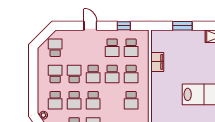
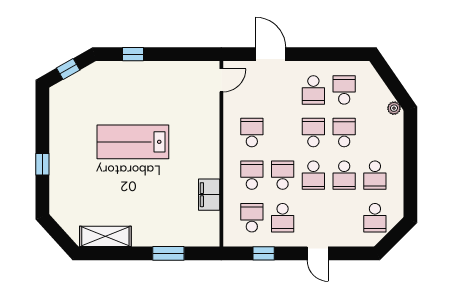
school desk: (112, 48) -> (283, 218), turned 180
school desk: (93, 74) -> (313, 175), turned 180
school desk: (55, 100) -> (375, 133), removed

